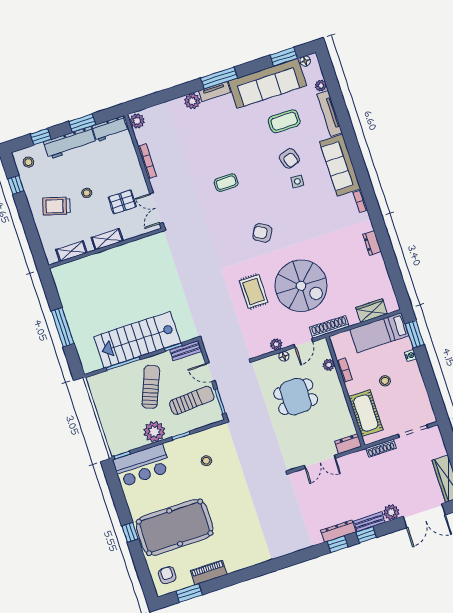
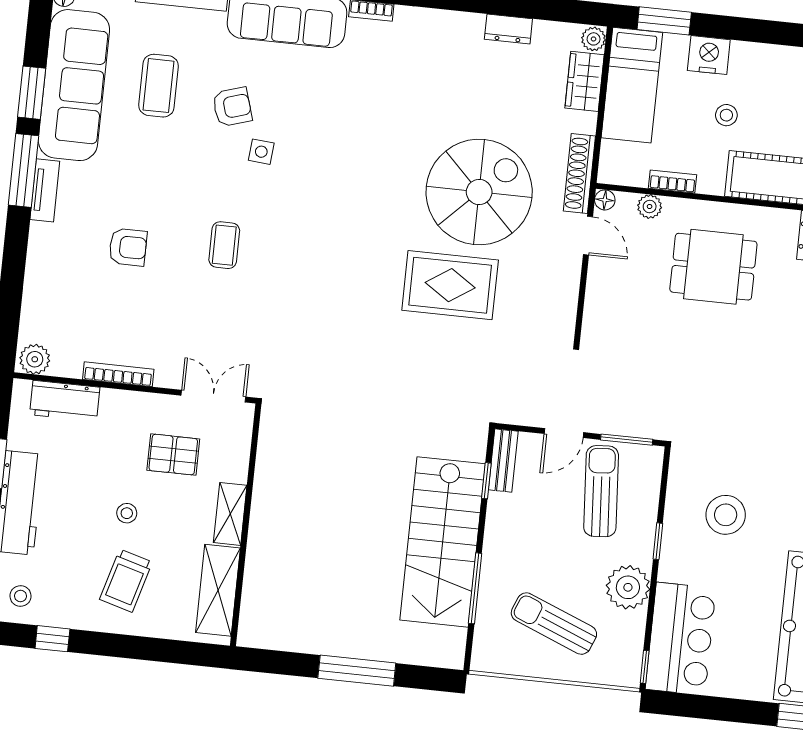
window: (284, 57) -> (32, 93), moved
plant: (192, 101) -> (44, 240), removed
workbench: (110, 129) -> (65, 401), moved, turned 90
side table: (297, 181) -> (261, 152), moved
pallet: (122, 202) -> (173, 455), turned 90
double door: (156, 208) -> (213, 396), swing flipped
armchair: (262, 233) -> (128, 247), moved, turned -121
dresser: (372, 243) -> (508, 29), moved
shelving: (71, 251) -> (218, 590), width x1.50, depth x1.33
rug: (254, 292) -> (450, 285), width x1.36, depth x1.43
plant: (276, 344) -> (594, 39), moved
nightstand: (410, 355) -> (709, 55), width x1.89, depth x1.79
floor lamp: (284, 356) -> (605, 200), moved
sun lounger: (151, 387) -> (554, 624), moved
dining table: (296, 397) -> (713, 267), moved, turned 90
stool: (206, 461) -> (726, 515), width x1.89, depth x1.89

